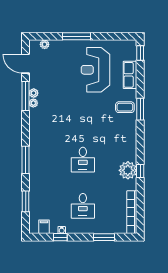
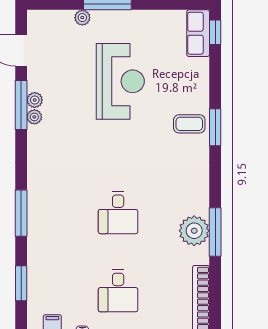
plant: (45, 44) -> (82, 18), moved
reception desk: (95, 70) -> (120, 81), moved, turned 180
row of seats: (130, 75) -> (198, 33), moved
window: (140, 171) -> (215, 232), width x2.17

